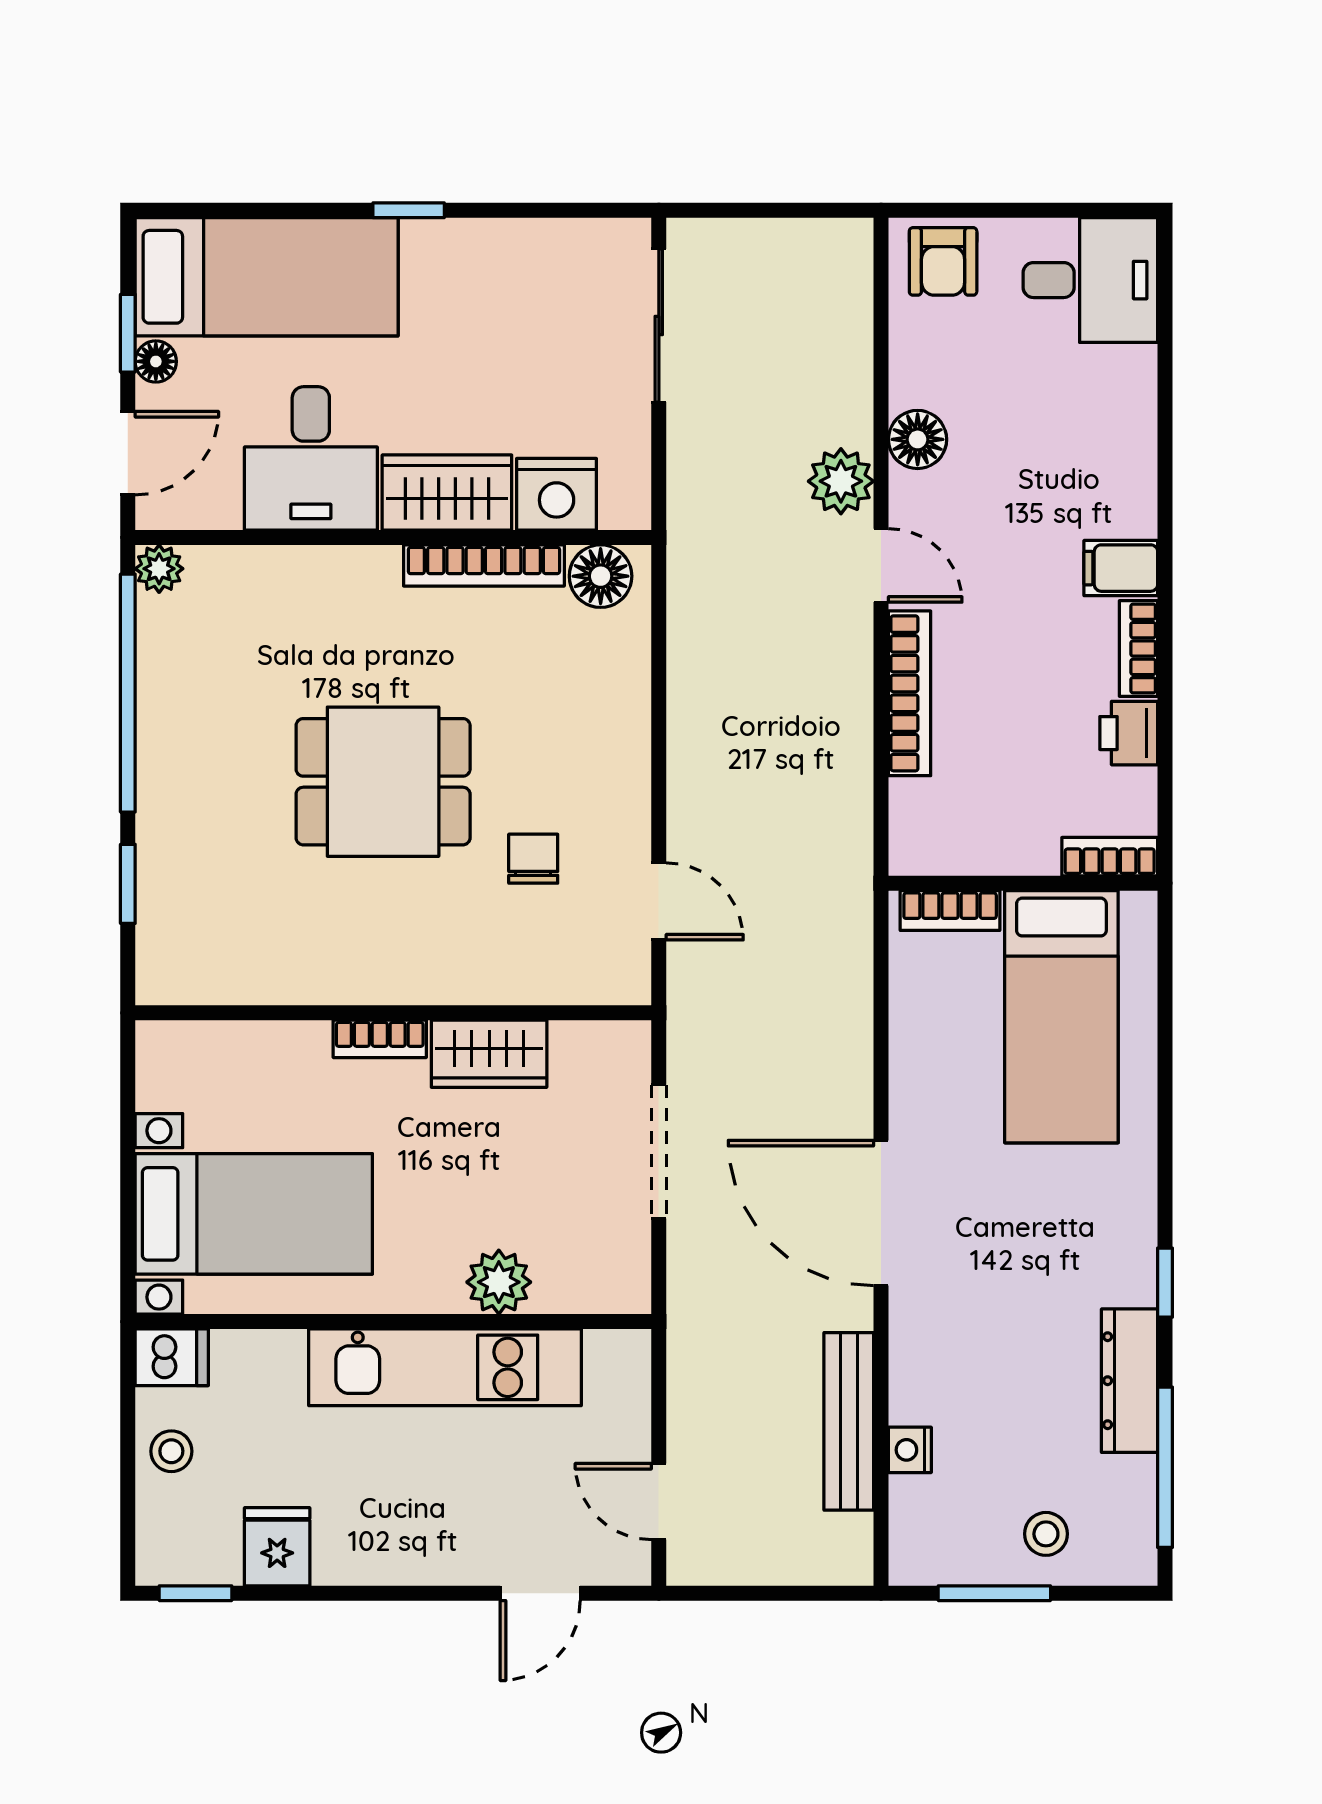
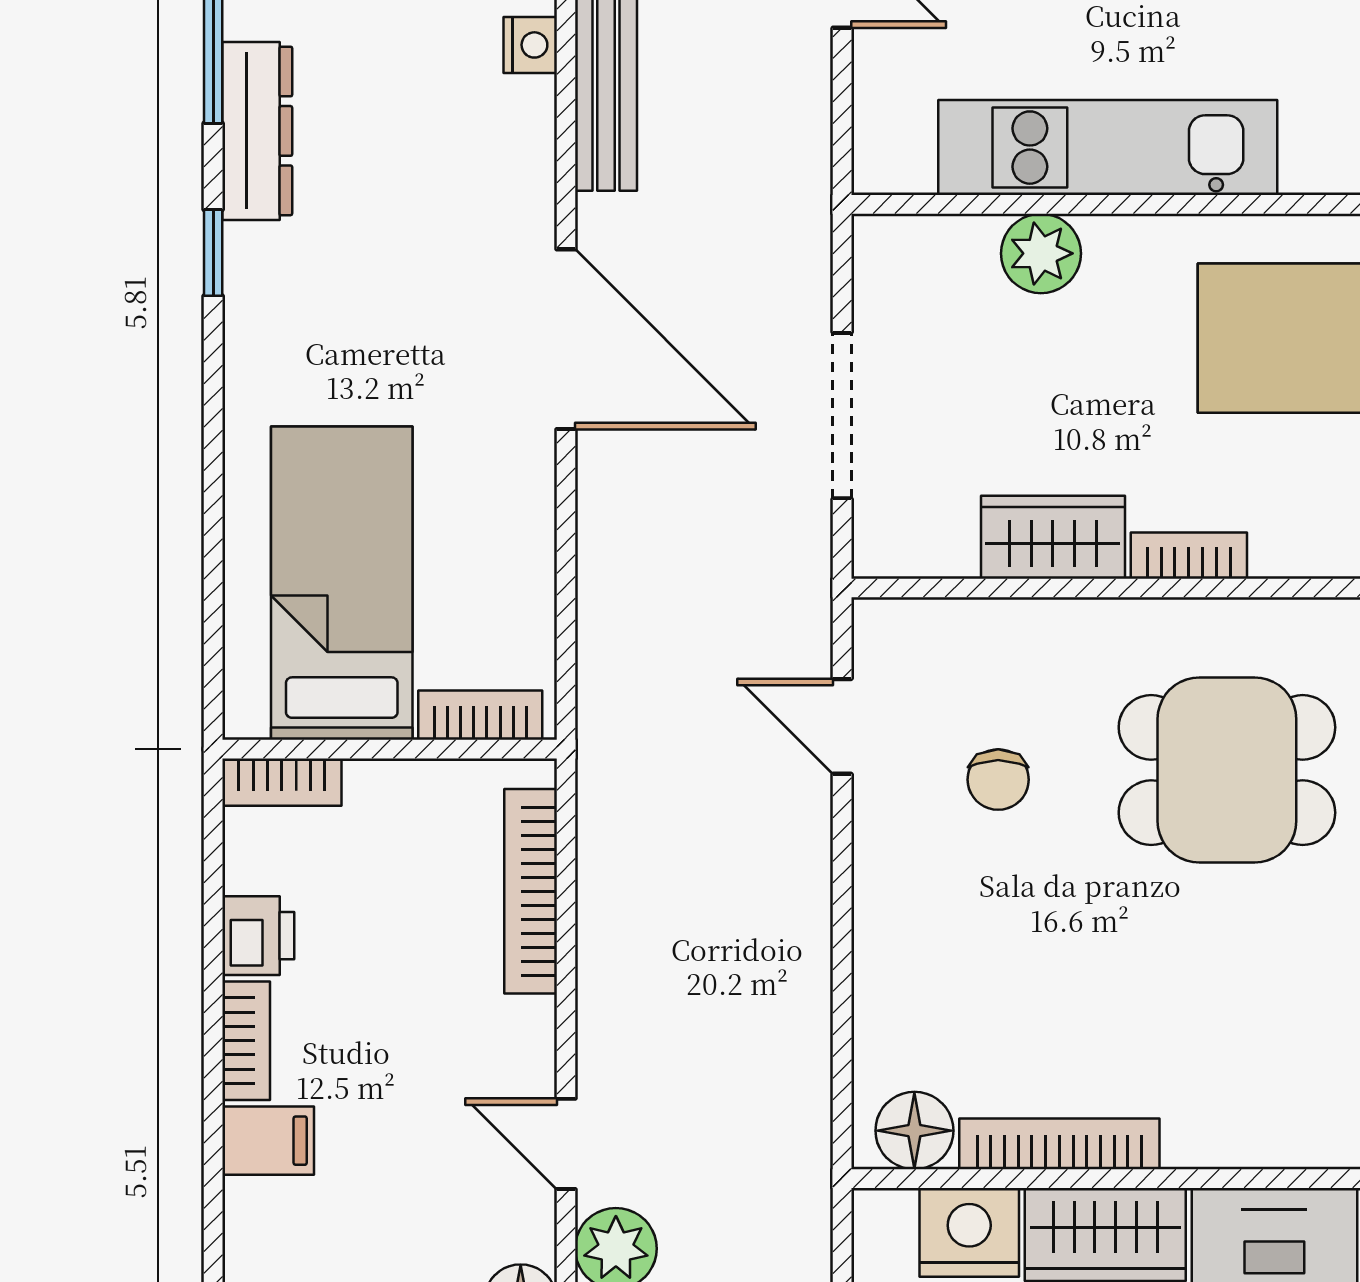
bookcase: (910, 693) -> (531, 891), moved
dining table: (383, 782) -> (1227, 770), moved

